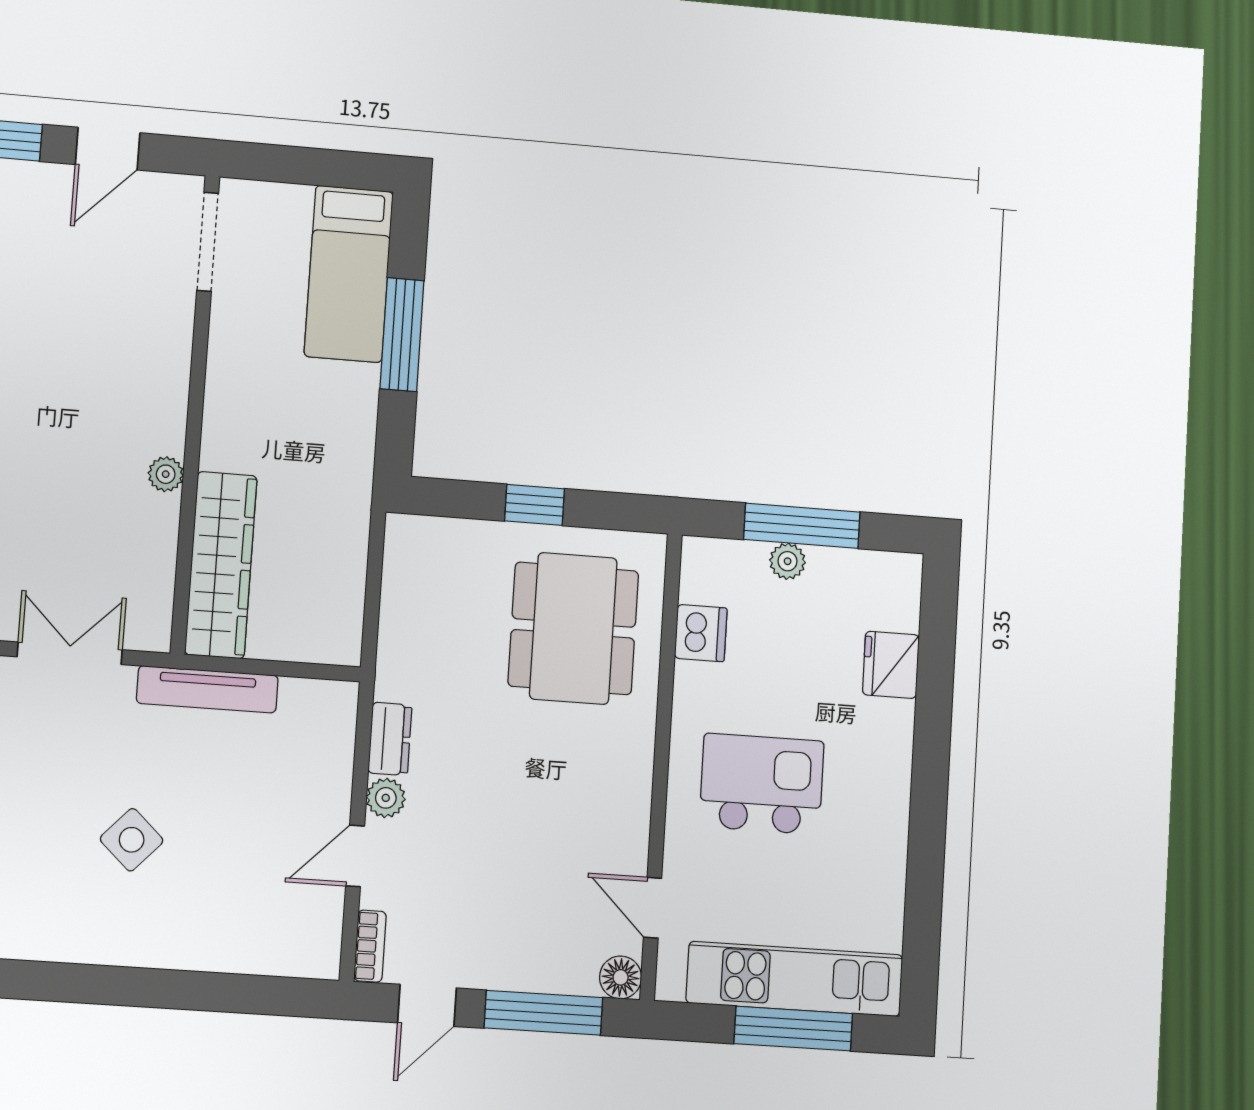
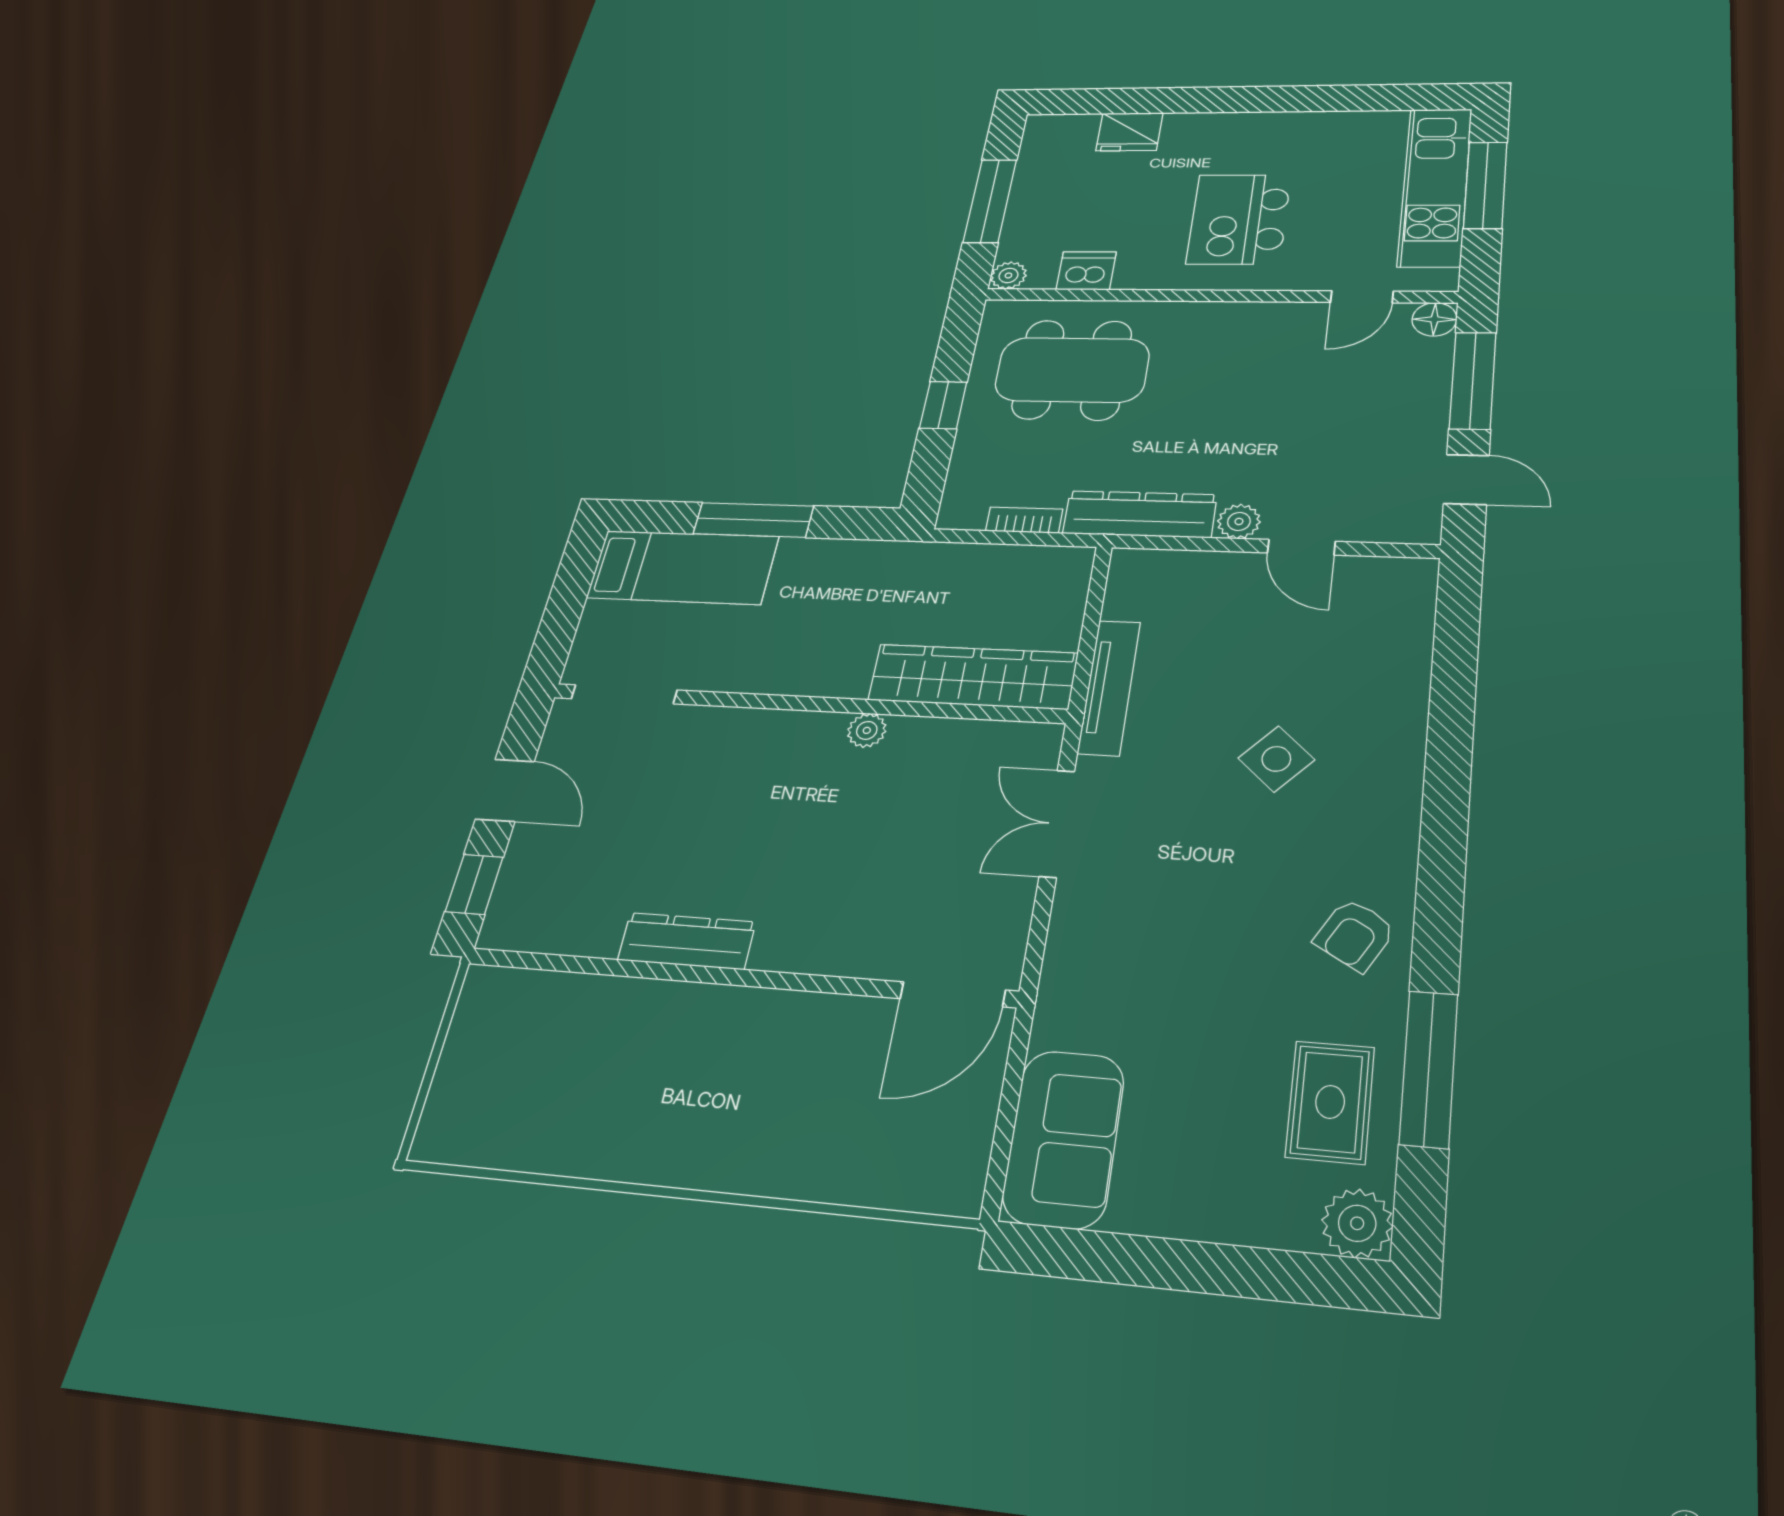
plant: (788, 561) -> (1008, 275), moved
dresser: (390, 739) -> (1140, 514), width x1.96, depth x1.24
bookcase: (370, 946) -> (1024, 520), moved

